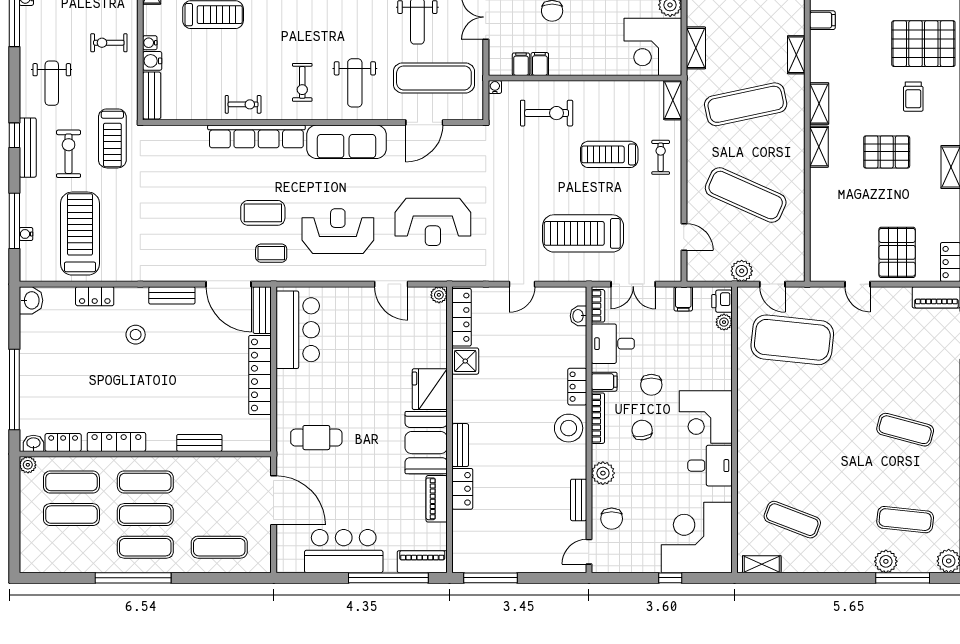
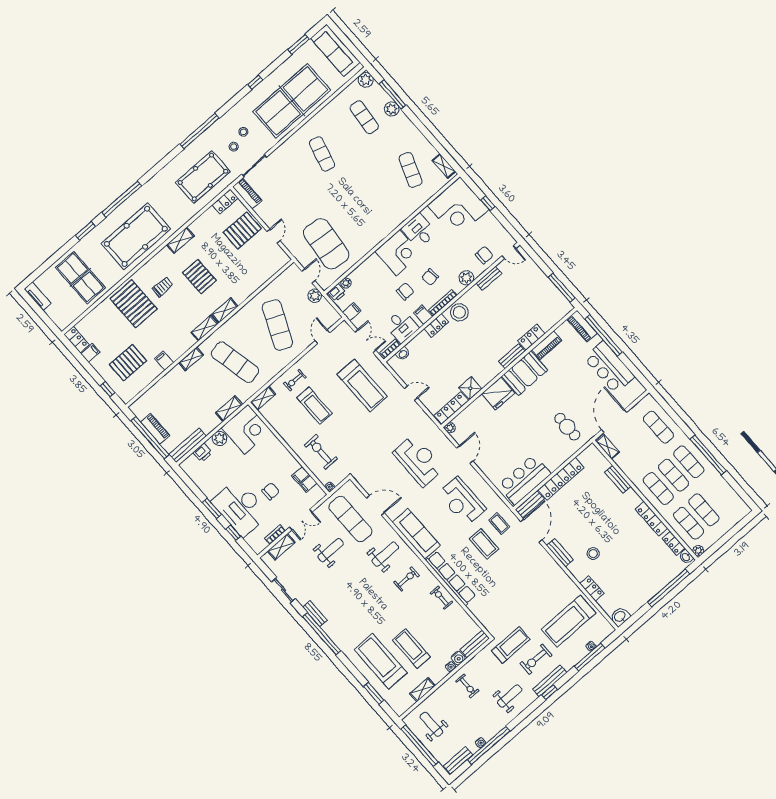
shelving: (249, 465) -> (608, 447), added

